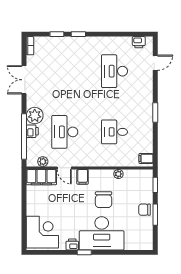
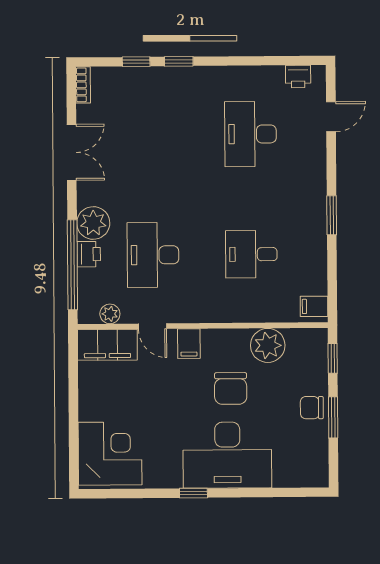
double door: (24, 80) -> (72, 152), swing flipped
plant: (118, 174) -> (268, 345), width x1.87, depth x1.87
printer: (72, 244) -> (169, 477), removed

